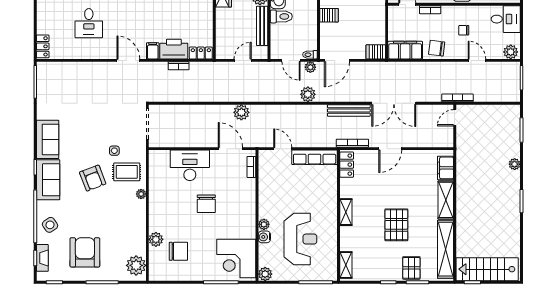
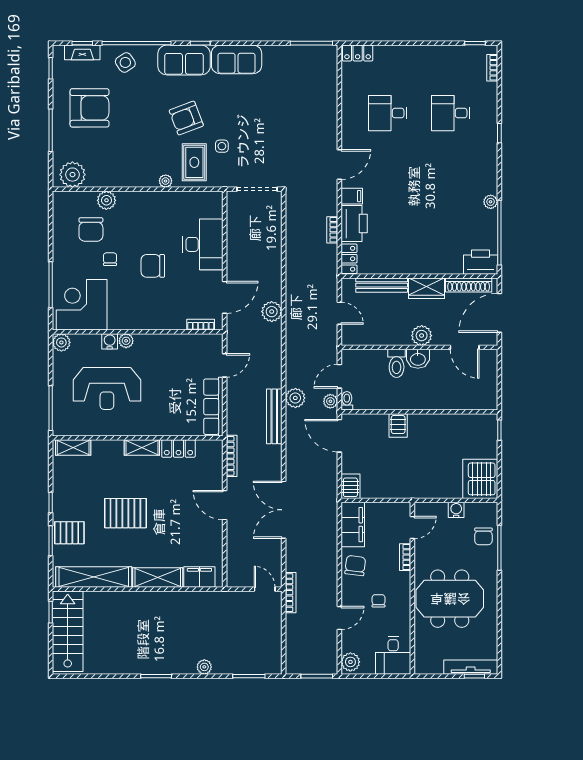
bench: (262, 26) -> (382, 285), moved
bench: (349, 110) -> (274, 416), moved
locker: (347, 165) -> (178, 448), moved
chair: (201, 237) -> (110, 259), added

